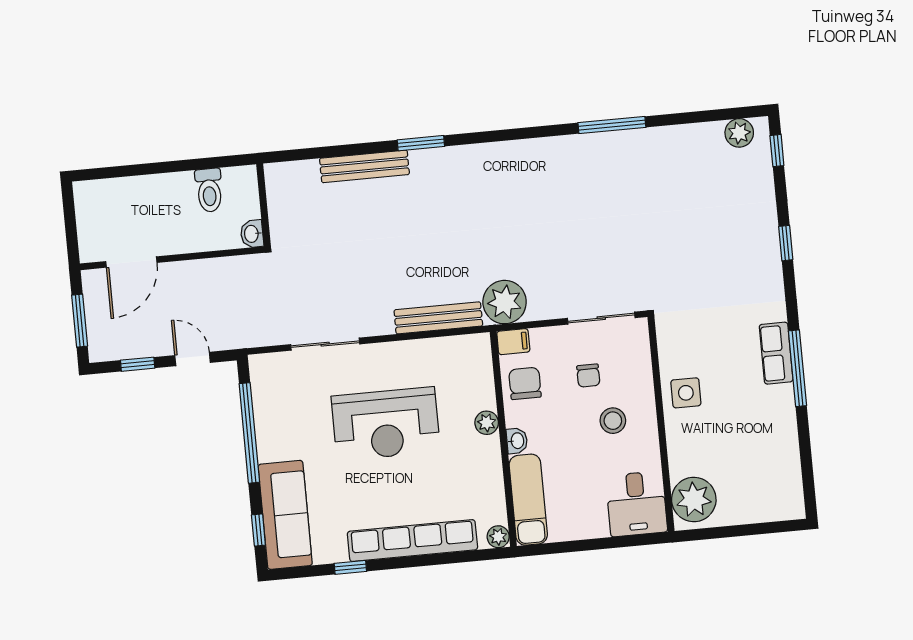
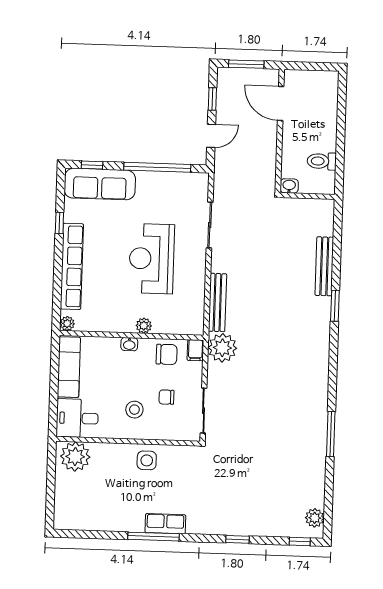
exam couch: (528, 500) -> (69, 367), moved, turned -90

